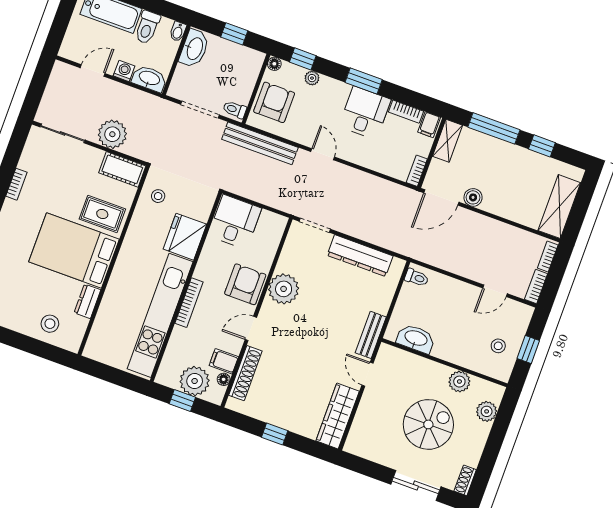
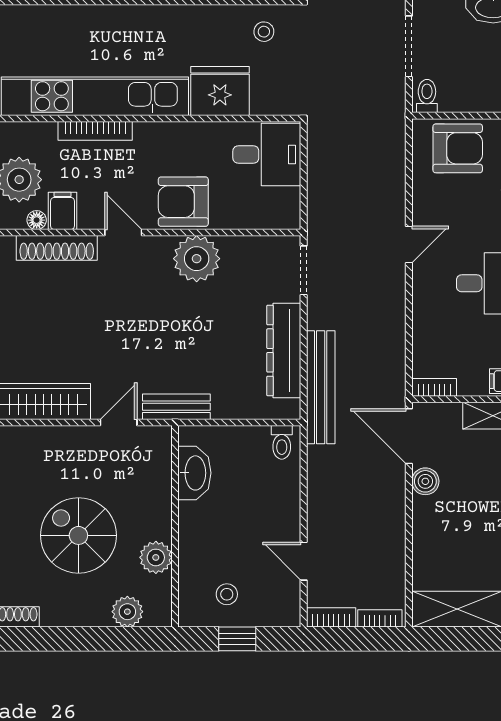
bench: (260, 143) -> (321, 387), moved
armchair: (245, 284) -> (183, 202), turned 180
bookcase: (189, 303) -> (95, 131), moved
spiral stairs: (428, 424) -> (78, 535), turned 180

